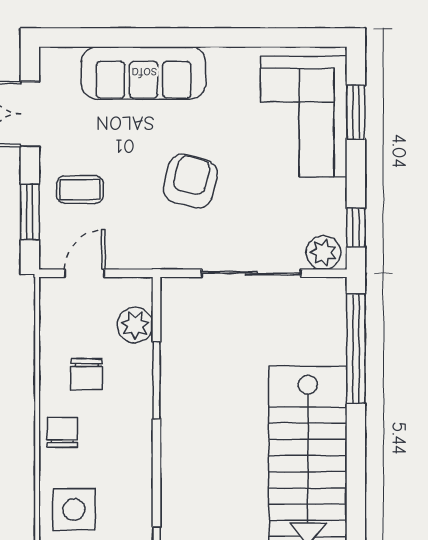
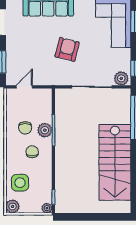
coffee table: (80, 190) -> (22, 53), removed
plant: (135, 325) -> (45, 130), moved
chair: (62, 432) -> (32, 152), moved

